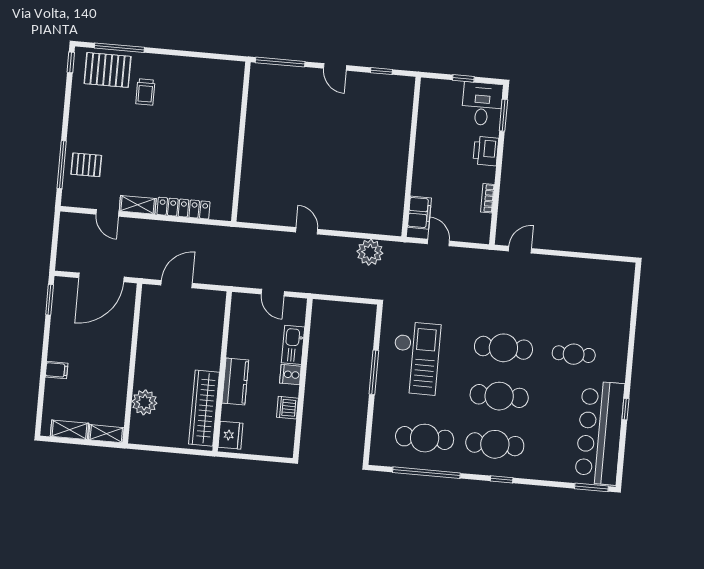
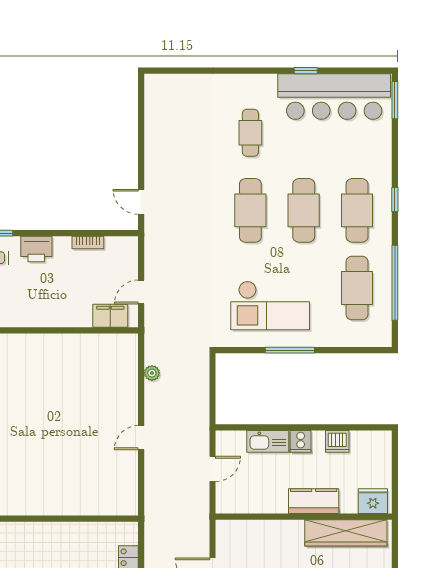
plant: (370, 252) -> (152, 373), width x0.53, depth x0.53
checkout: (416, 358) -> (270, 306), turned 180

